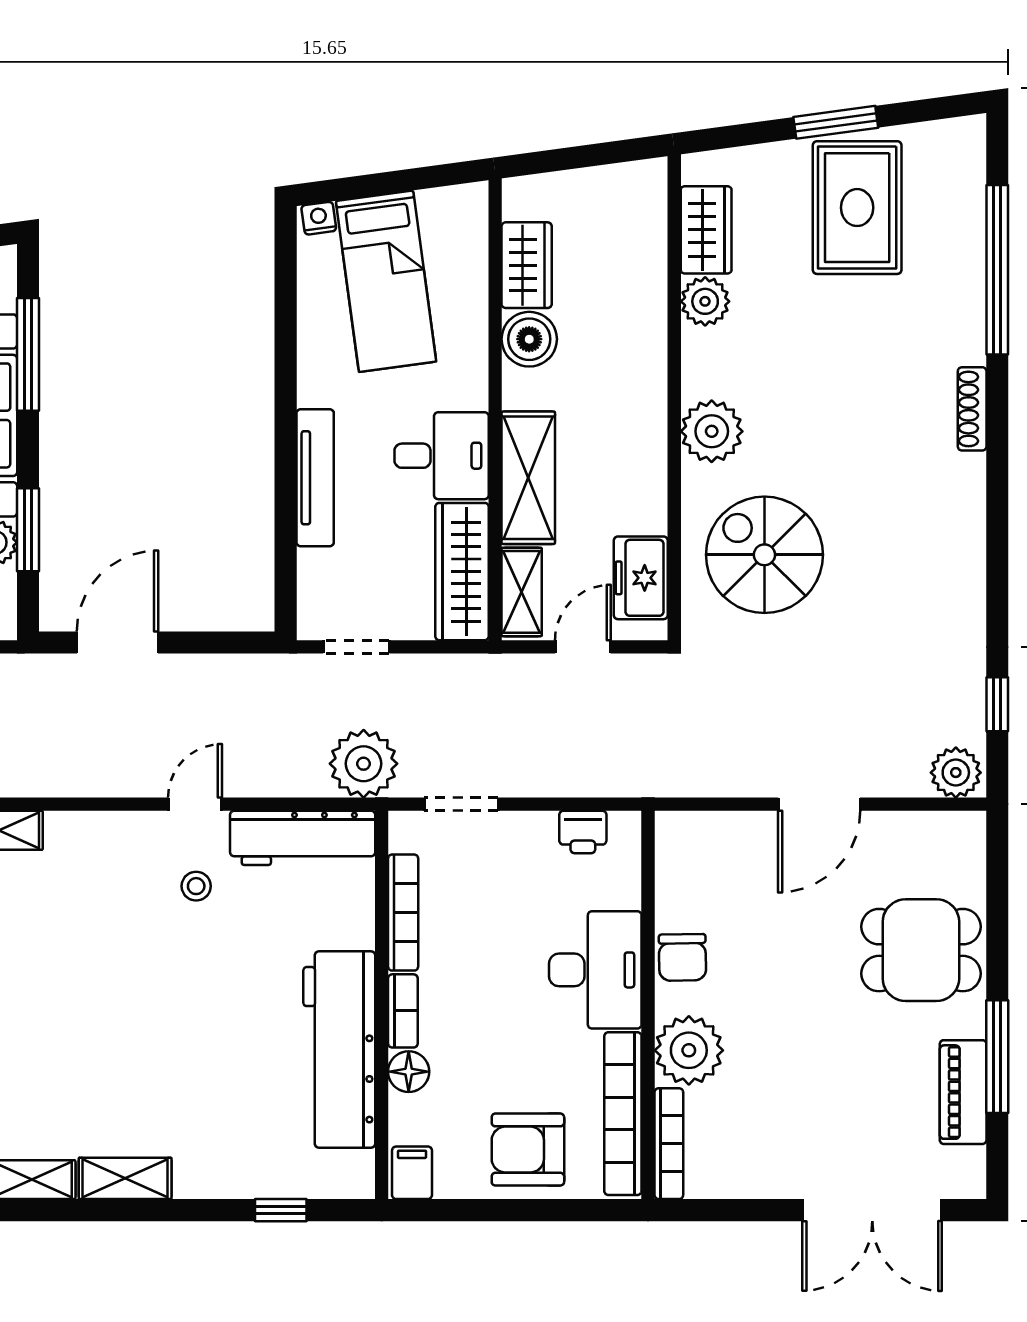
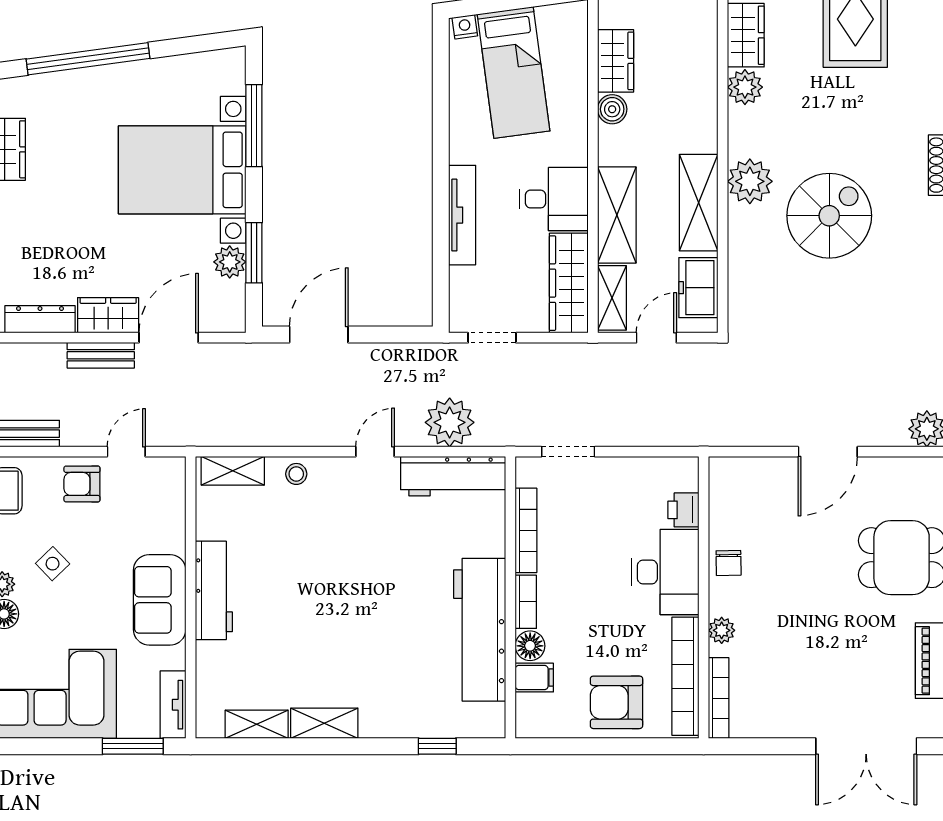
boiler: (529, 339) -> (612, 109), width x0.73, depth x0.73
shelving: (641, 461) -> (699, 203), added
spiral stairs: (764, 555) -> (829, 216), moved, turned 90
plant: (364, 764) -> (450, 422), moved
printer: (583, 832) -> (683, 510), moved, turned 90
stool: (196, 886) -> (296, 474), moved
chair: (682, 957) -> (729, 563), width x0.73, depth x0.73
plant: (689, 1050) -> (722, 630), width x0.53, depth x0.53
filing cabinet: (412, 1173) -> (534, 678), moved, turned 90

